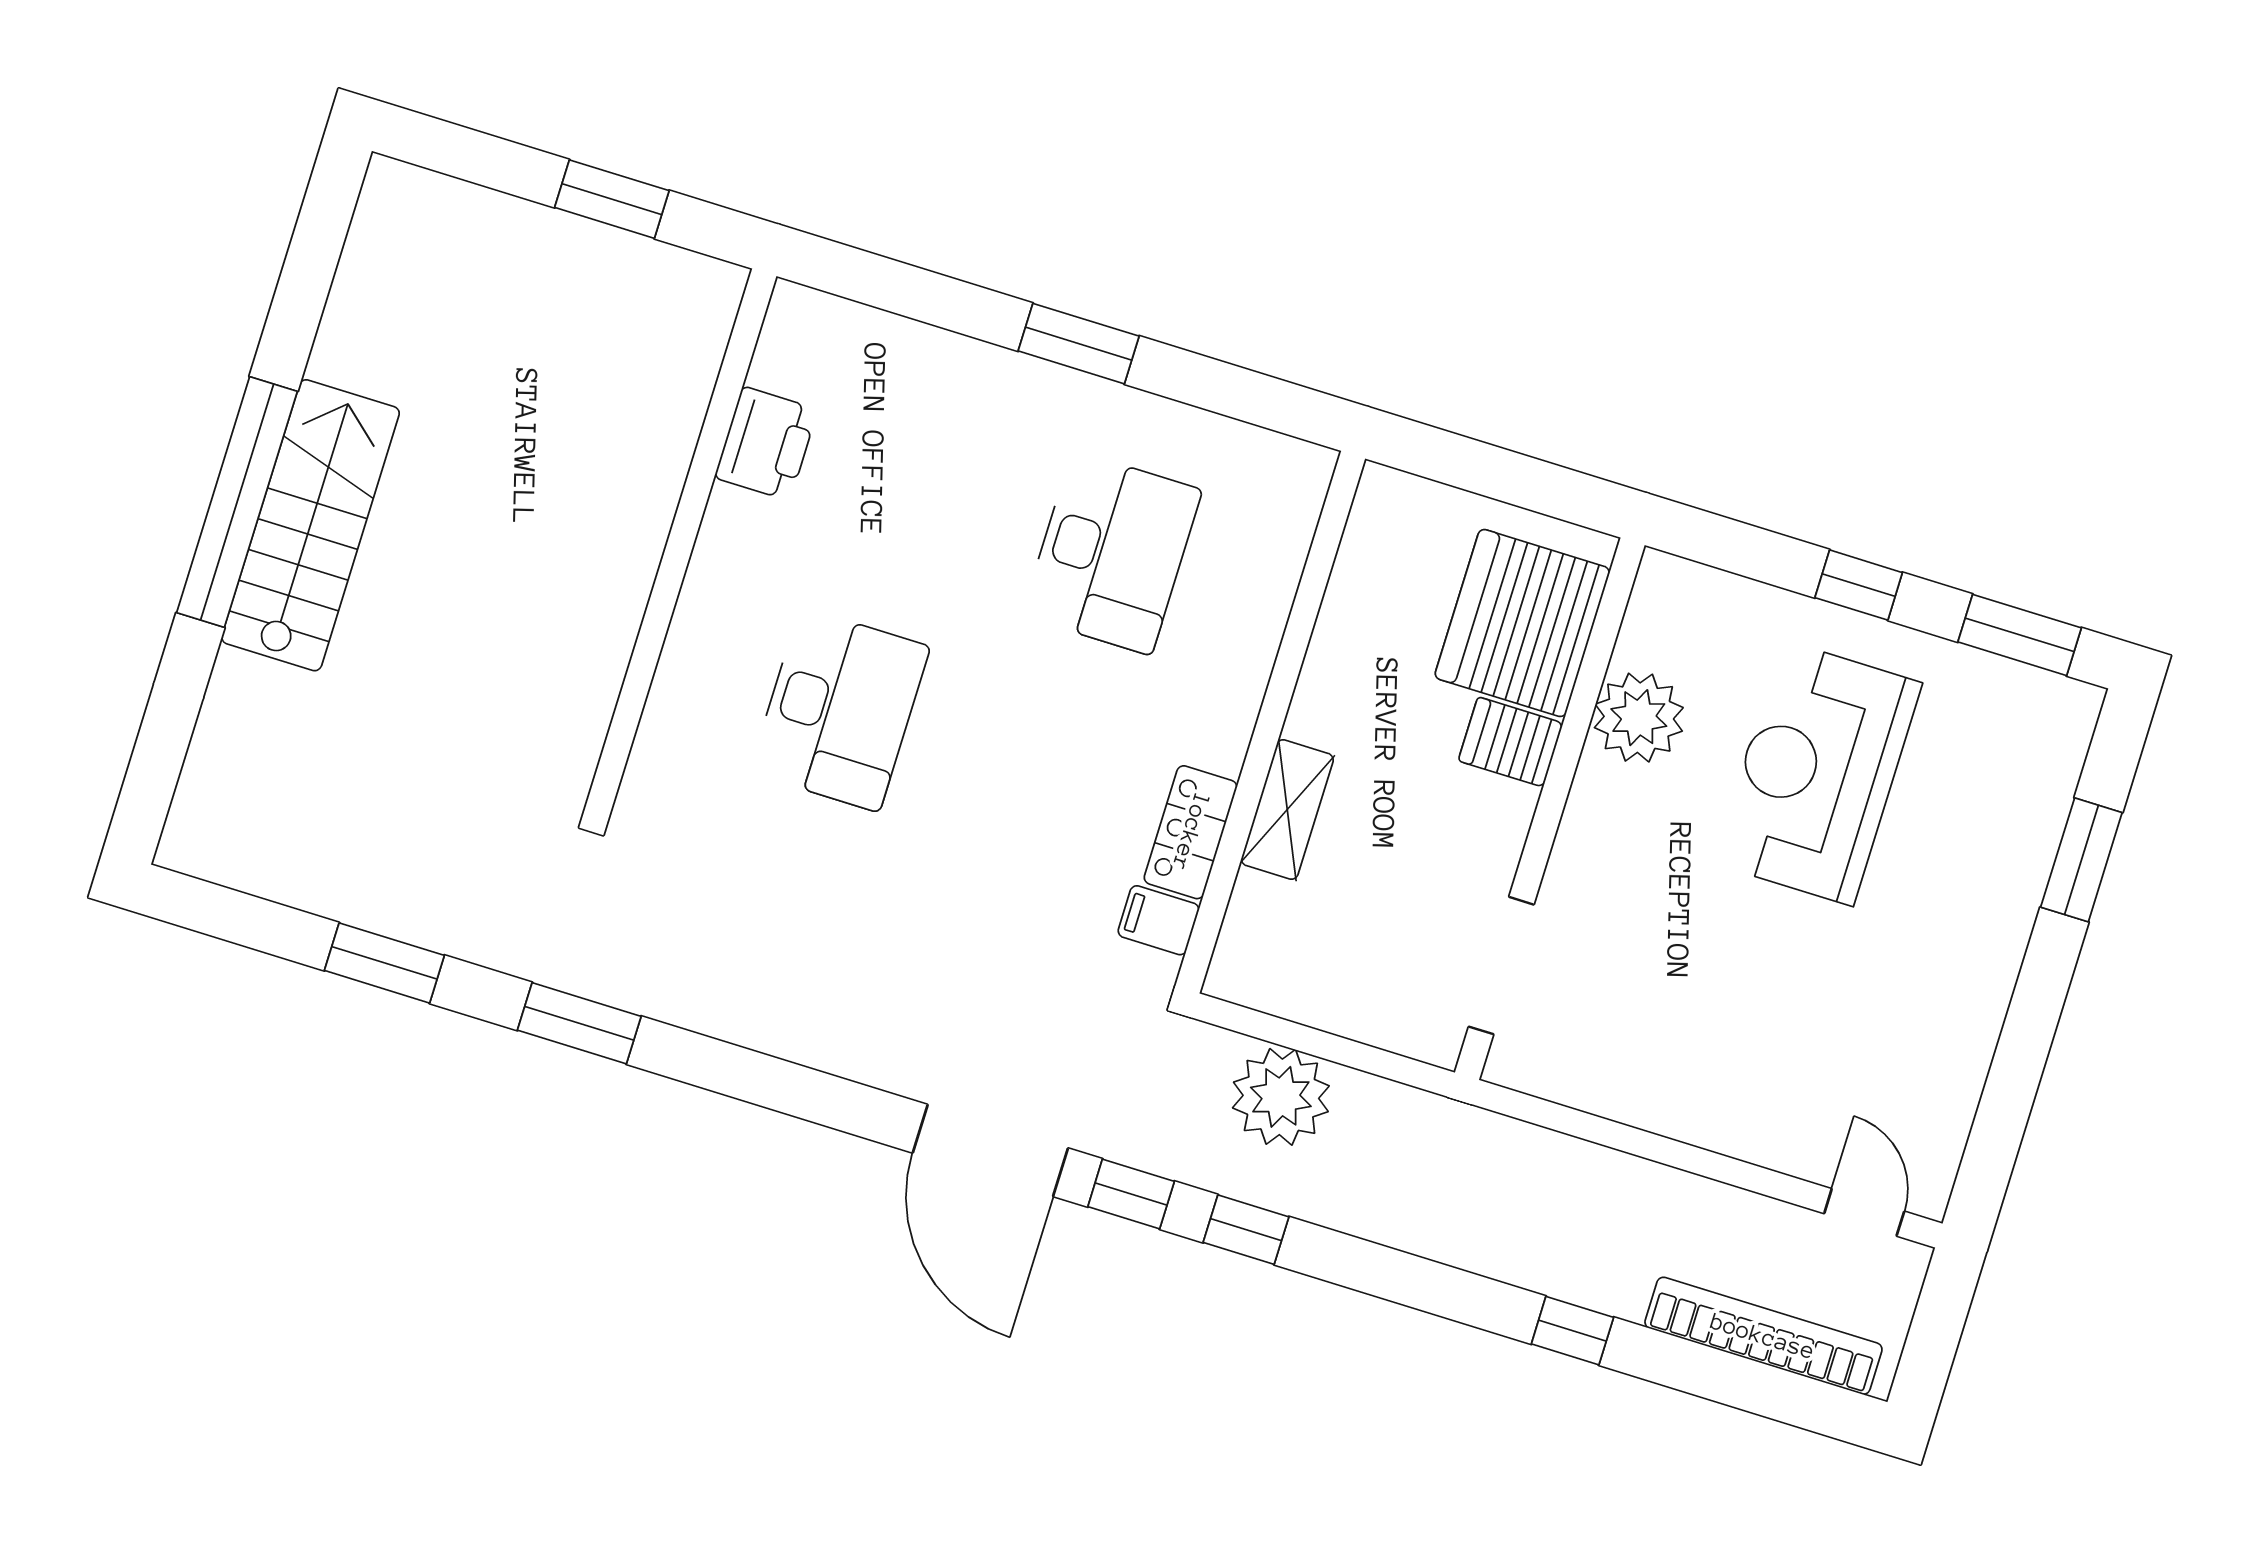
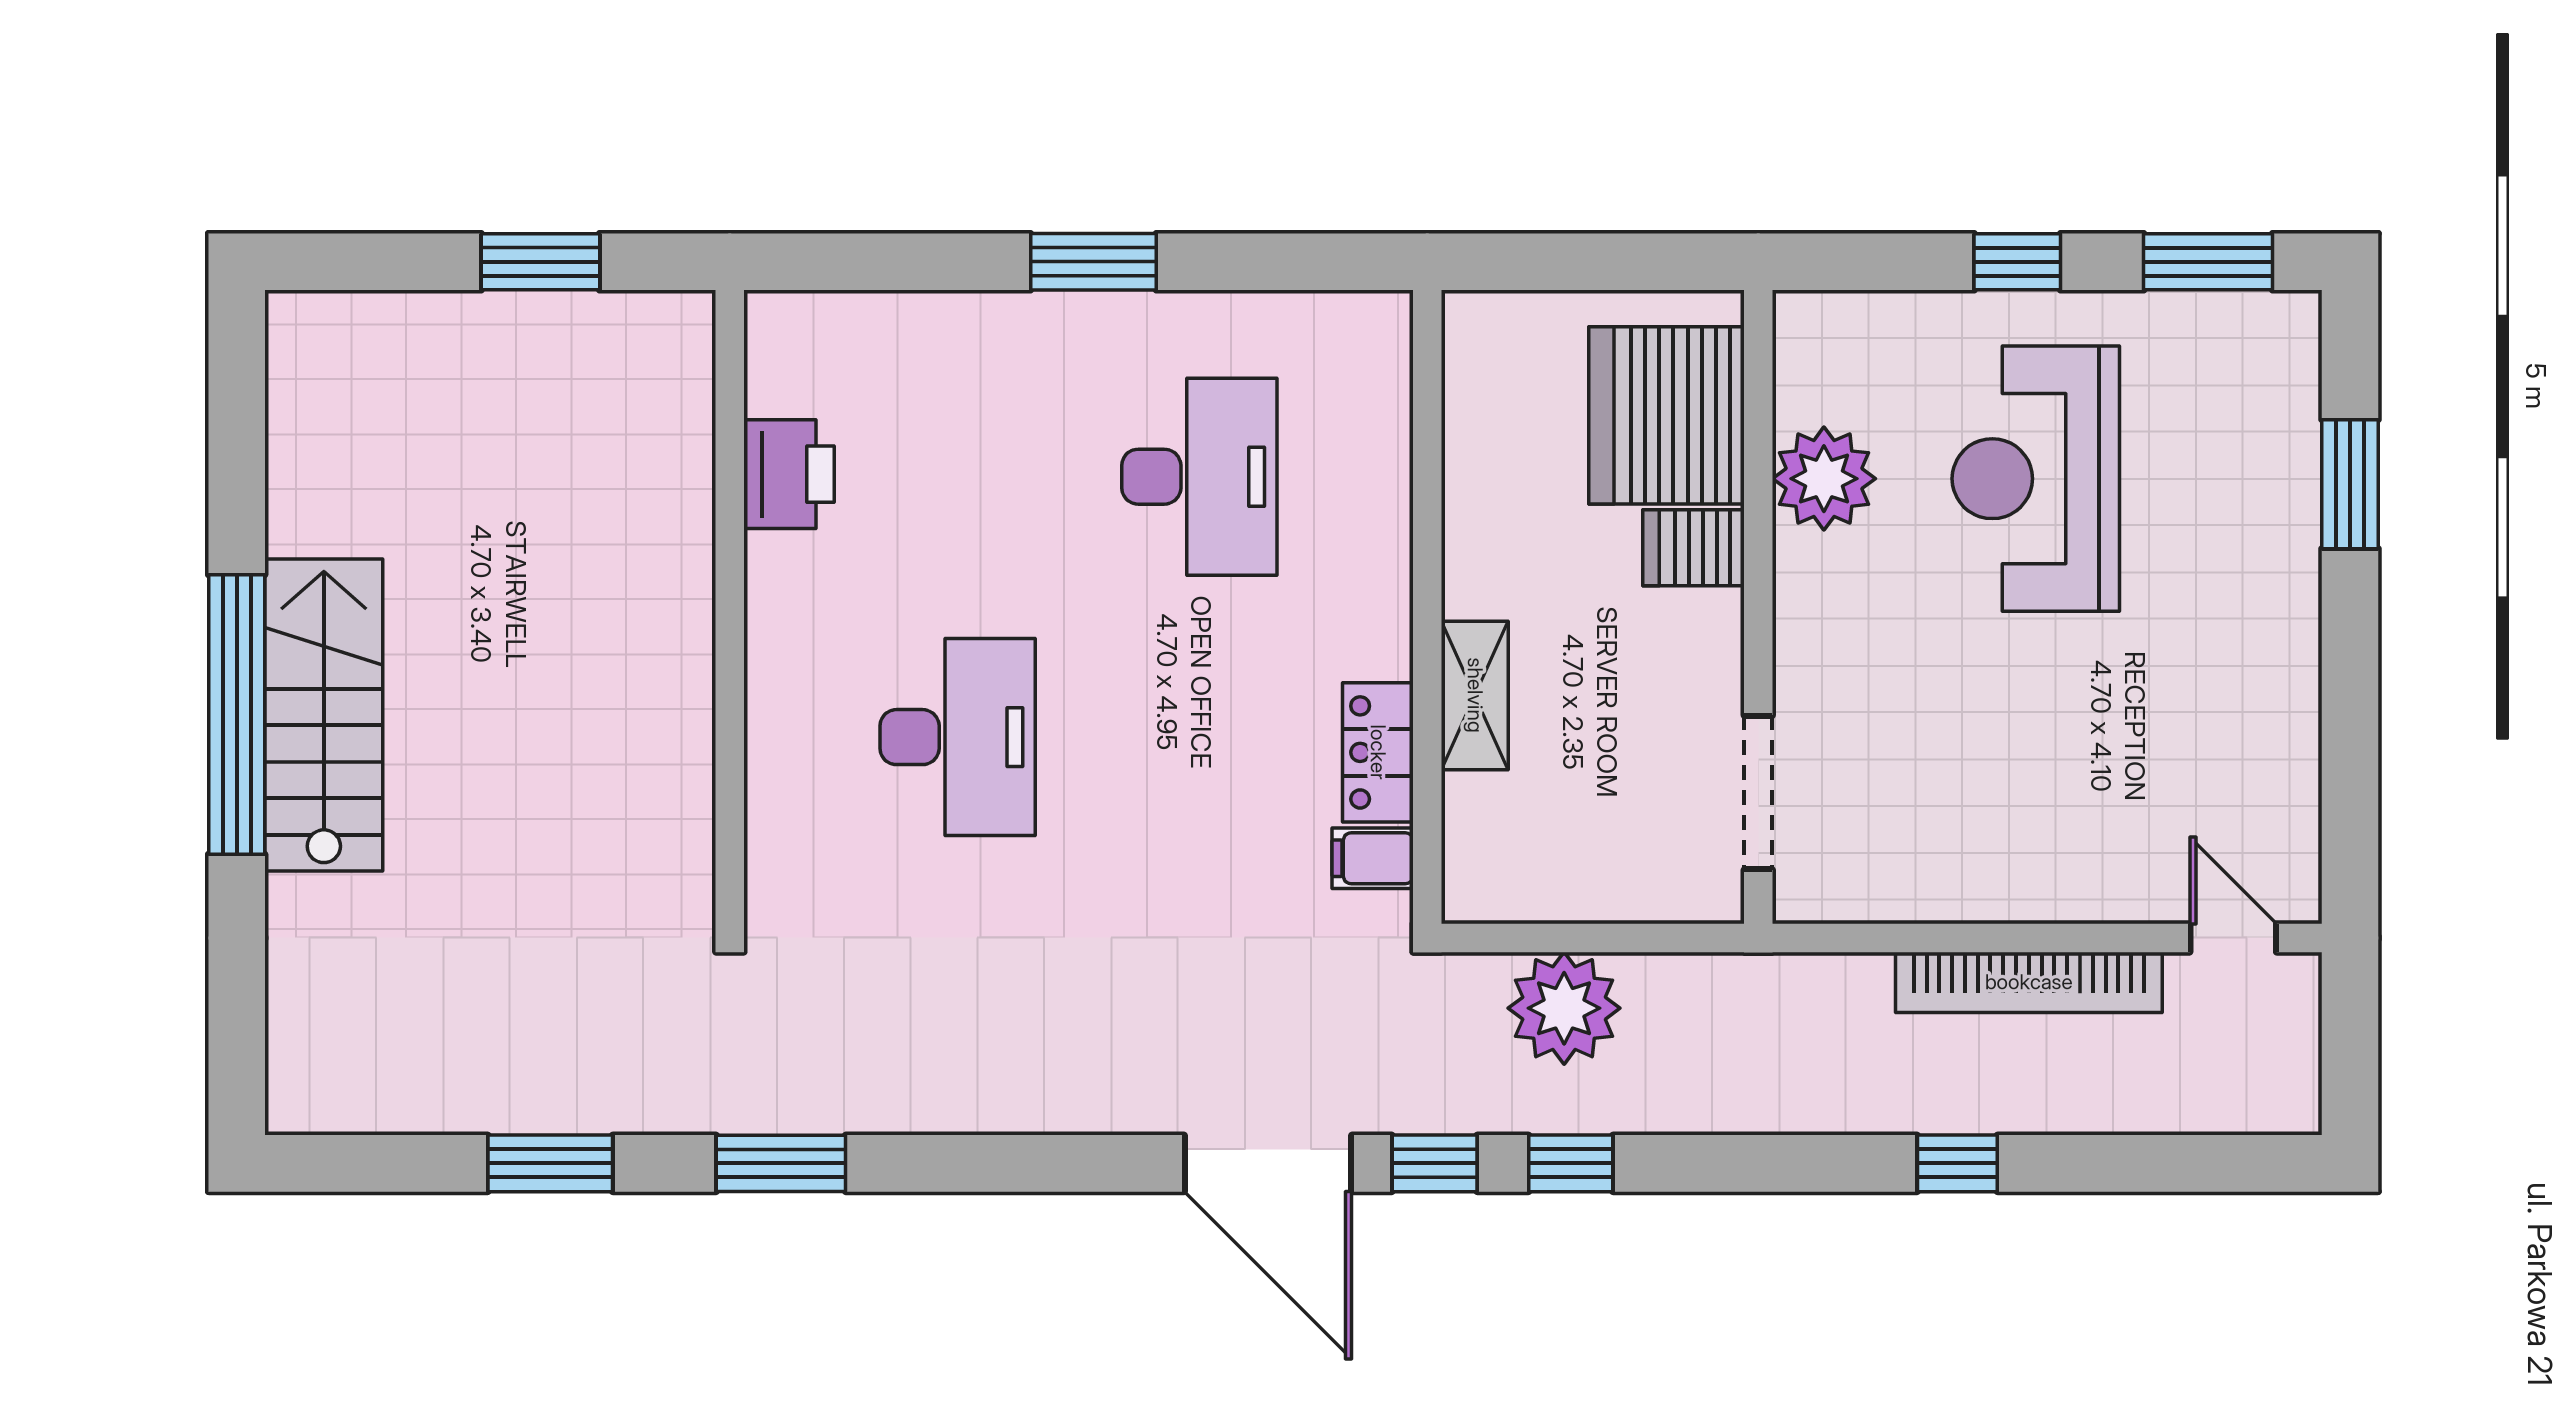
bookcase: (1763, 1336) -> (2029, 982), moved, turned 180

